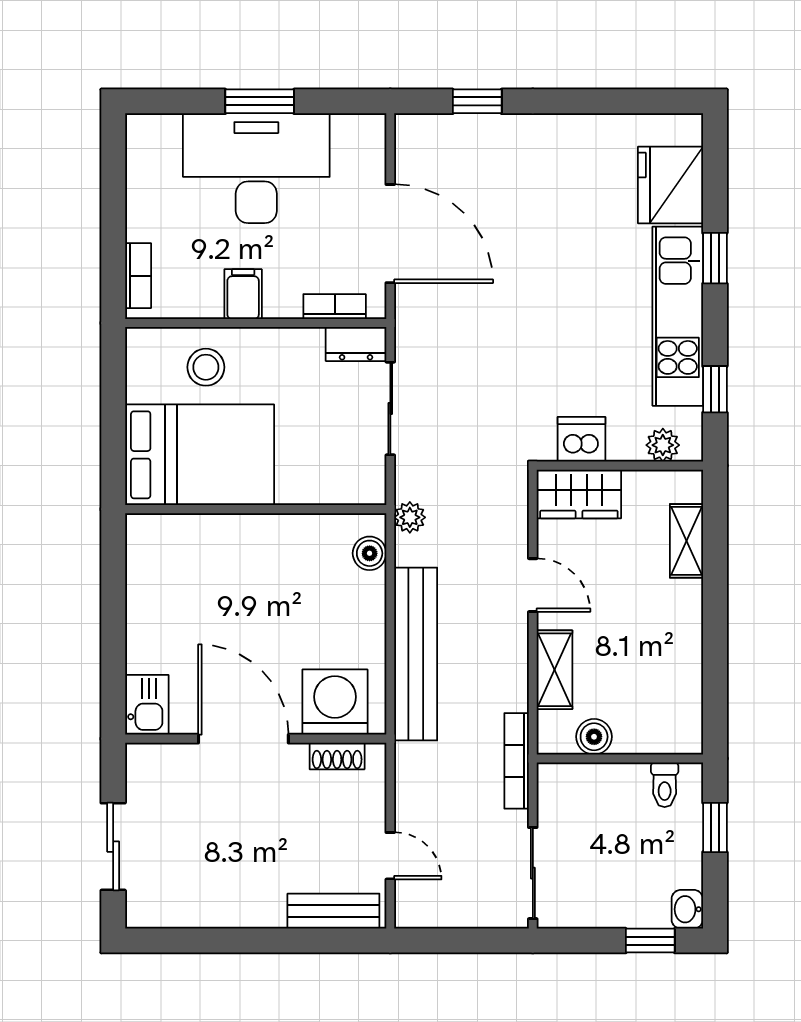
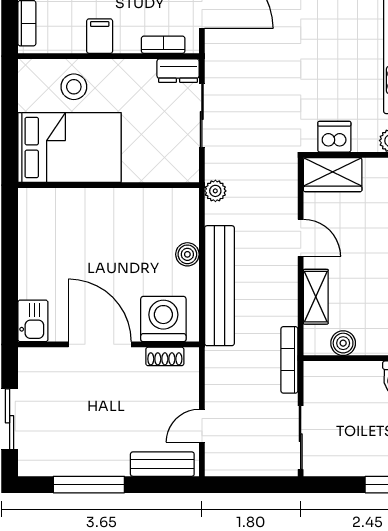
boiler: (370, 553) -> (187, 254), moved
door: (390, 856) -> (202, 426), swing flipped
window: (227, 941) -> (89, 485), added

